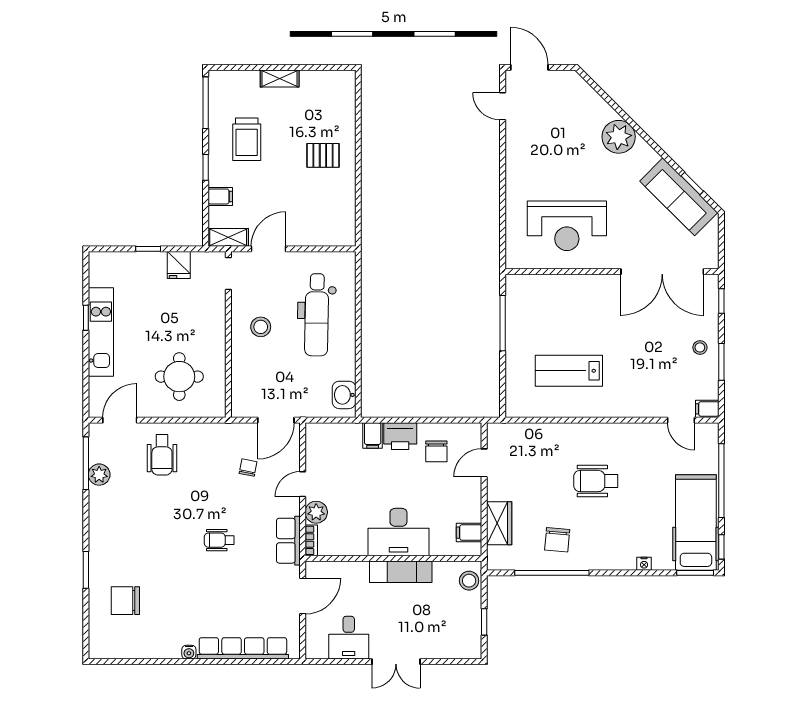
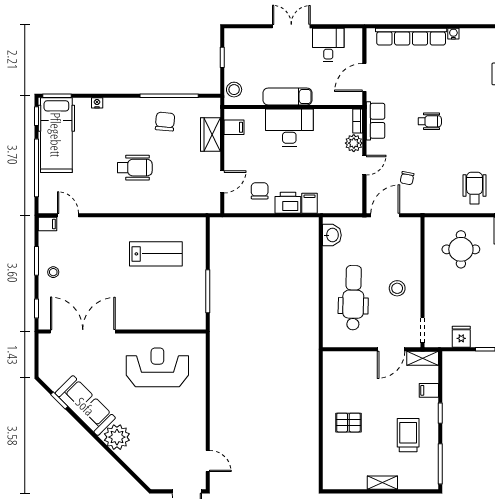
sofa: (679, 197) -> (85, 406), moved

